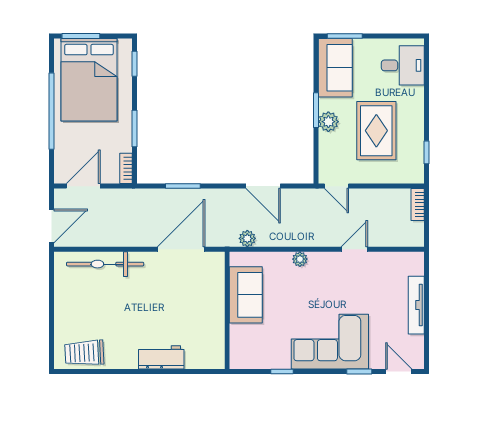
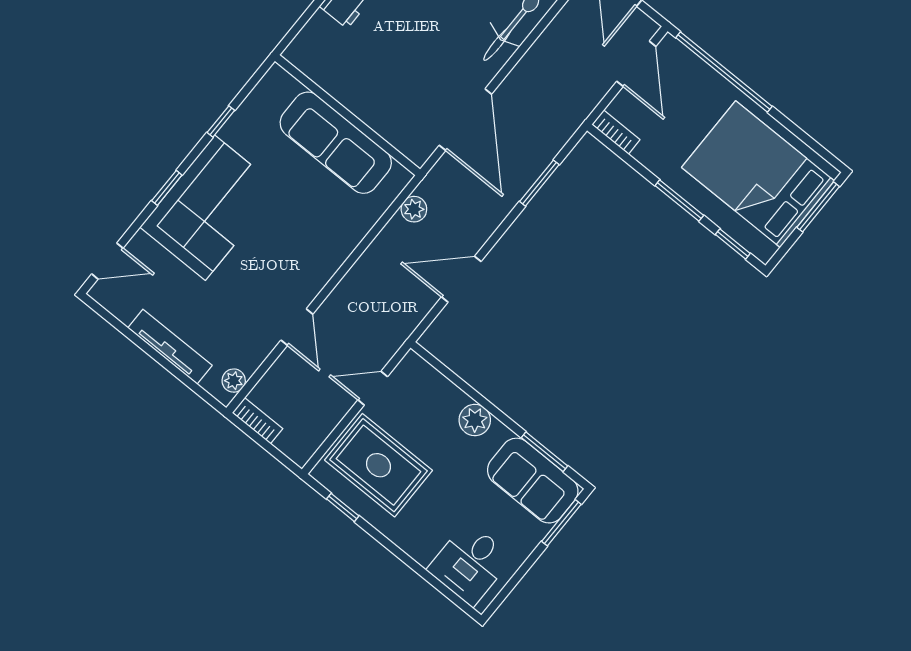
window: (316, 110) -> (544, 452), moved
window: (52, 111) -> (724, 72), moved
window: (134, 129) -> (679, 200), moved
rug: (376, 131) -> (378, 465), moved
door: (337, 186) -> (373, 388), moved
bookcase: (418, 204) -> (257, 421), moved
plant: (300, 259) -> (234, 381), moved
sofa: (246, 295) -> (336, 143), width x1.36
window: (359, 371) -> (167, 188), moved

